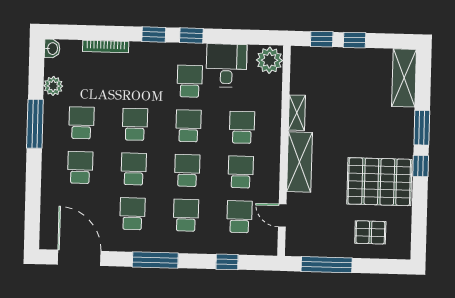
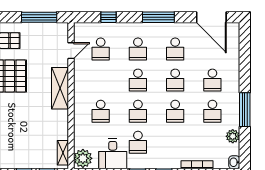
shelving: (297, 113) -> (63, 153), moved
school desk: (241, 172) -> (101, 80), removed
door: (282, 216) -> (71, 51), hinge flipped

